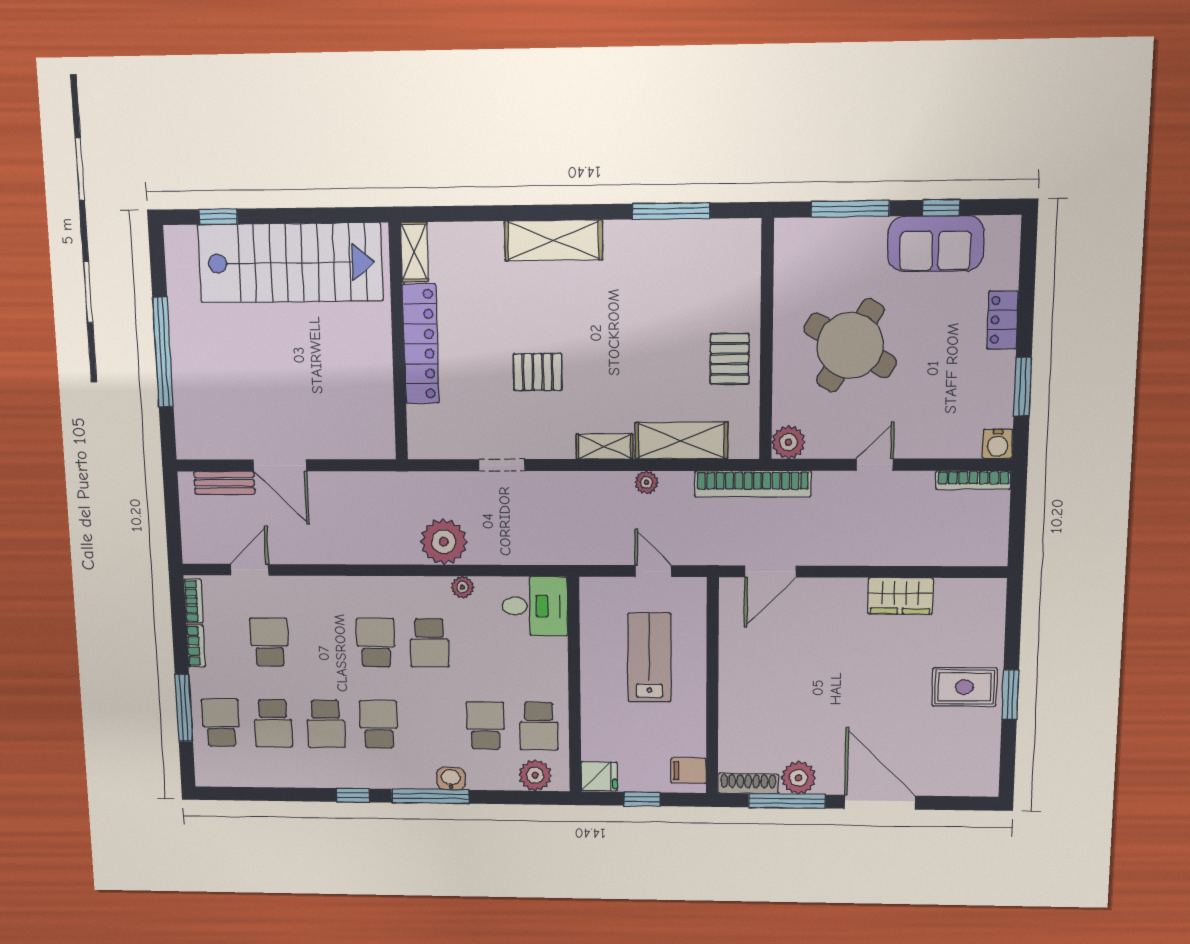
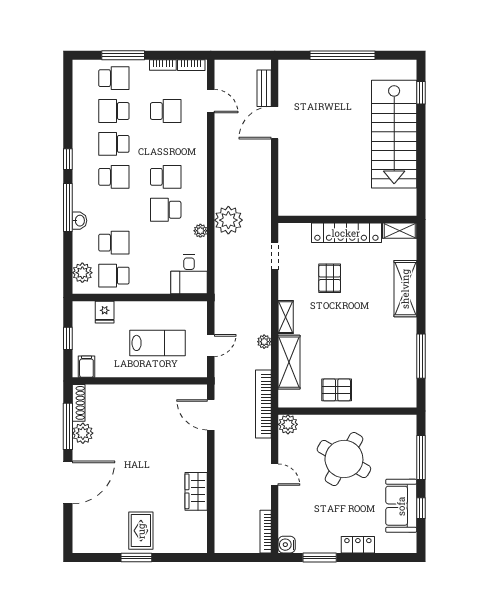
shelving: (414, 252) -> (400, 231), moved
wall: (398, 342) -> (347, 219), moved
locker: (421, 344) -> (346, 233), moved
fridge: (599, 776) -> (105, 312), moved

